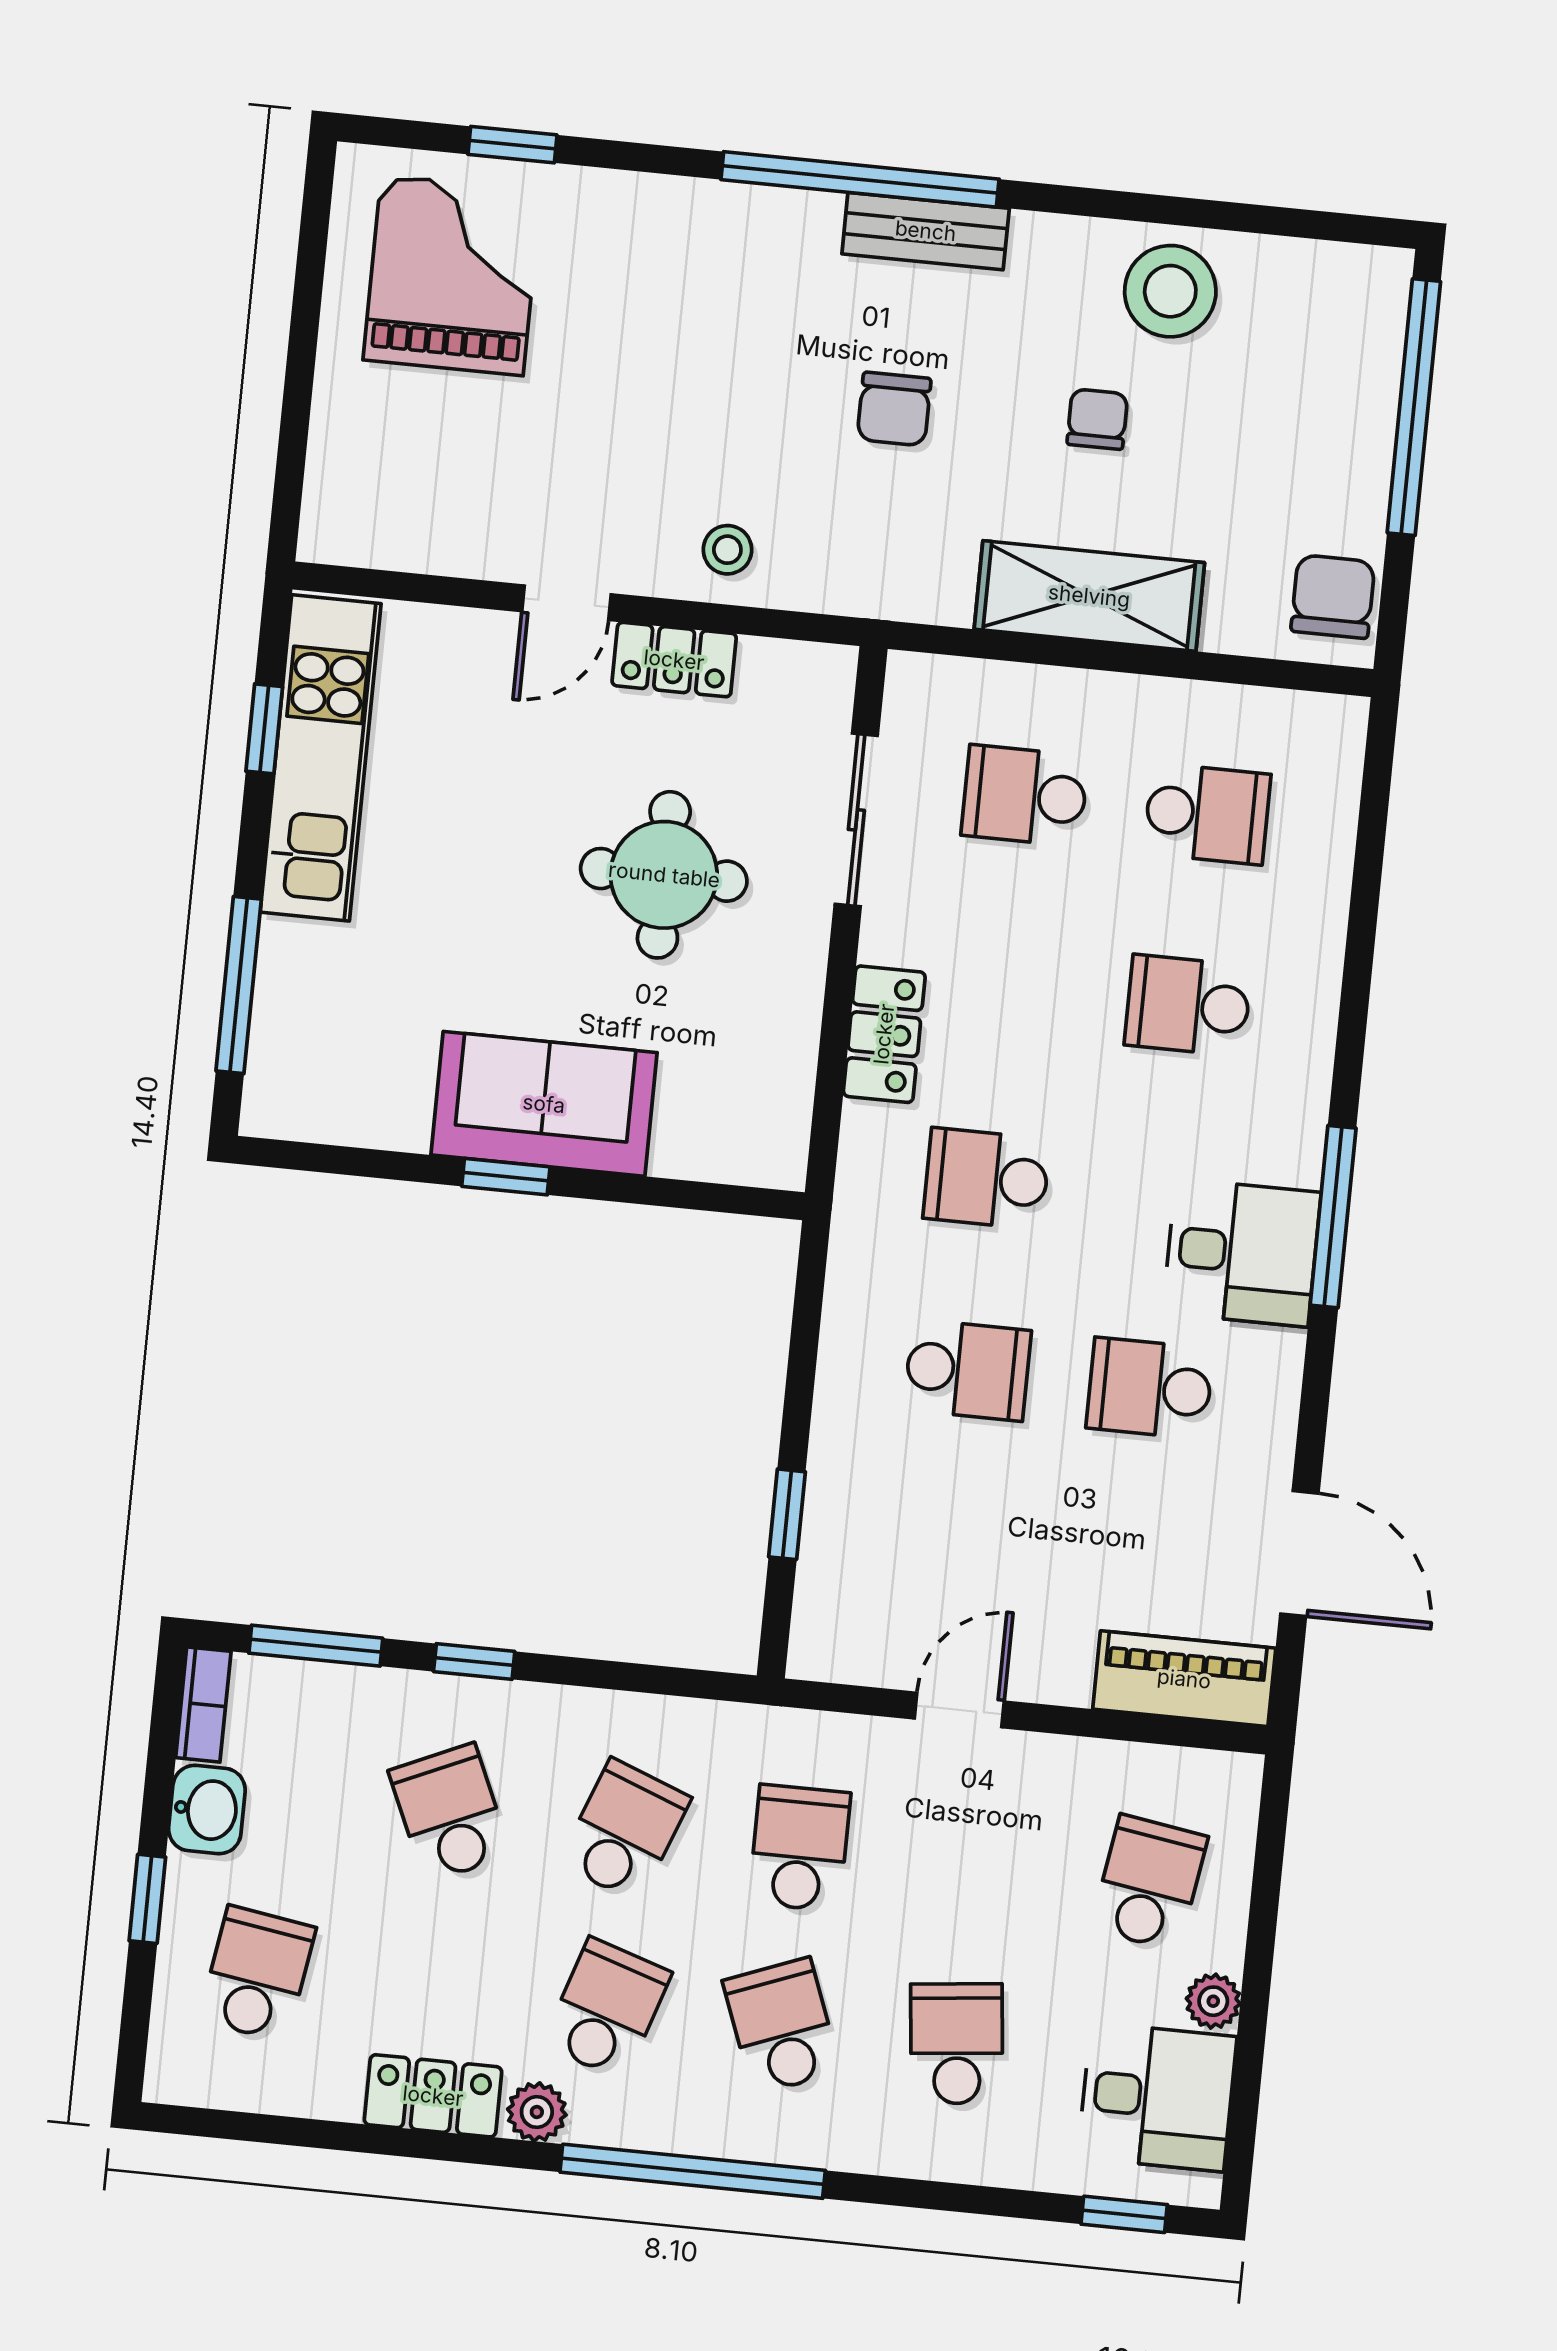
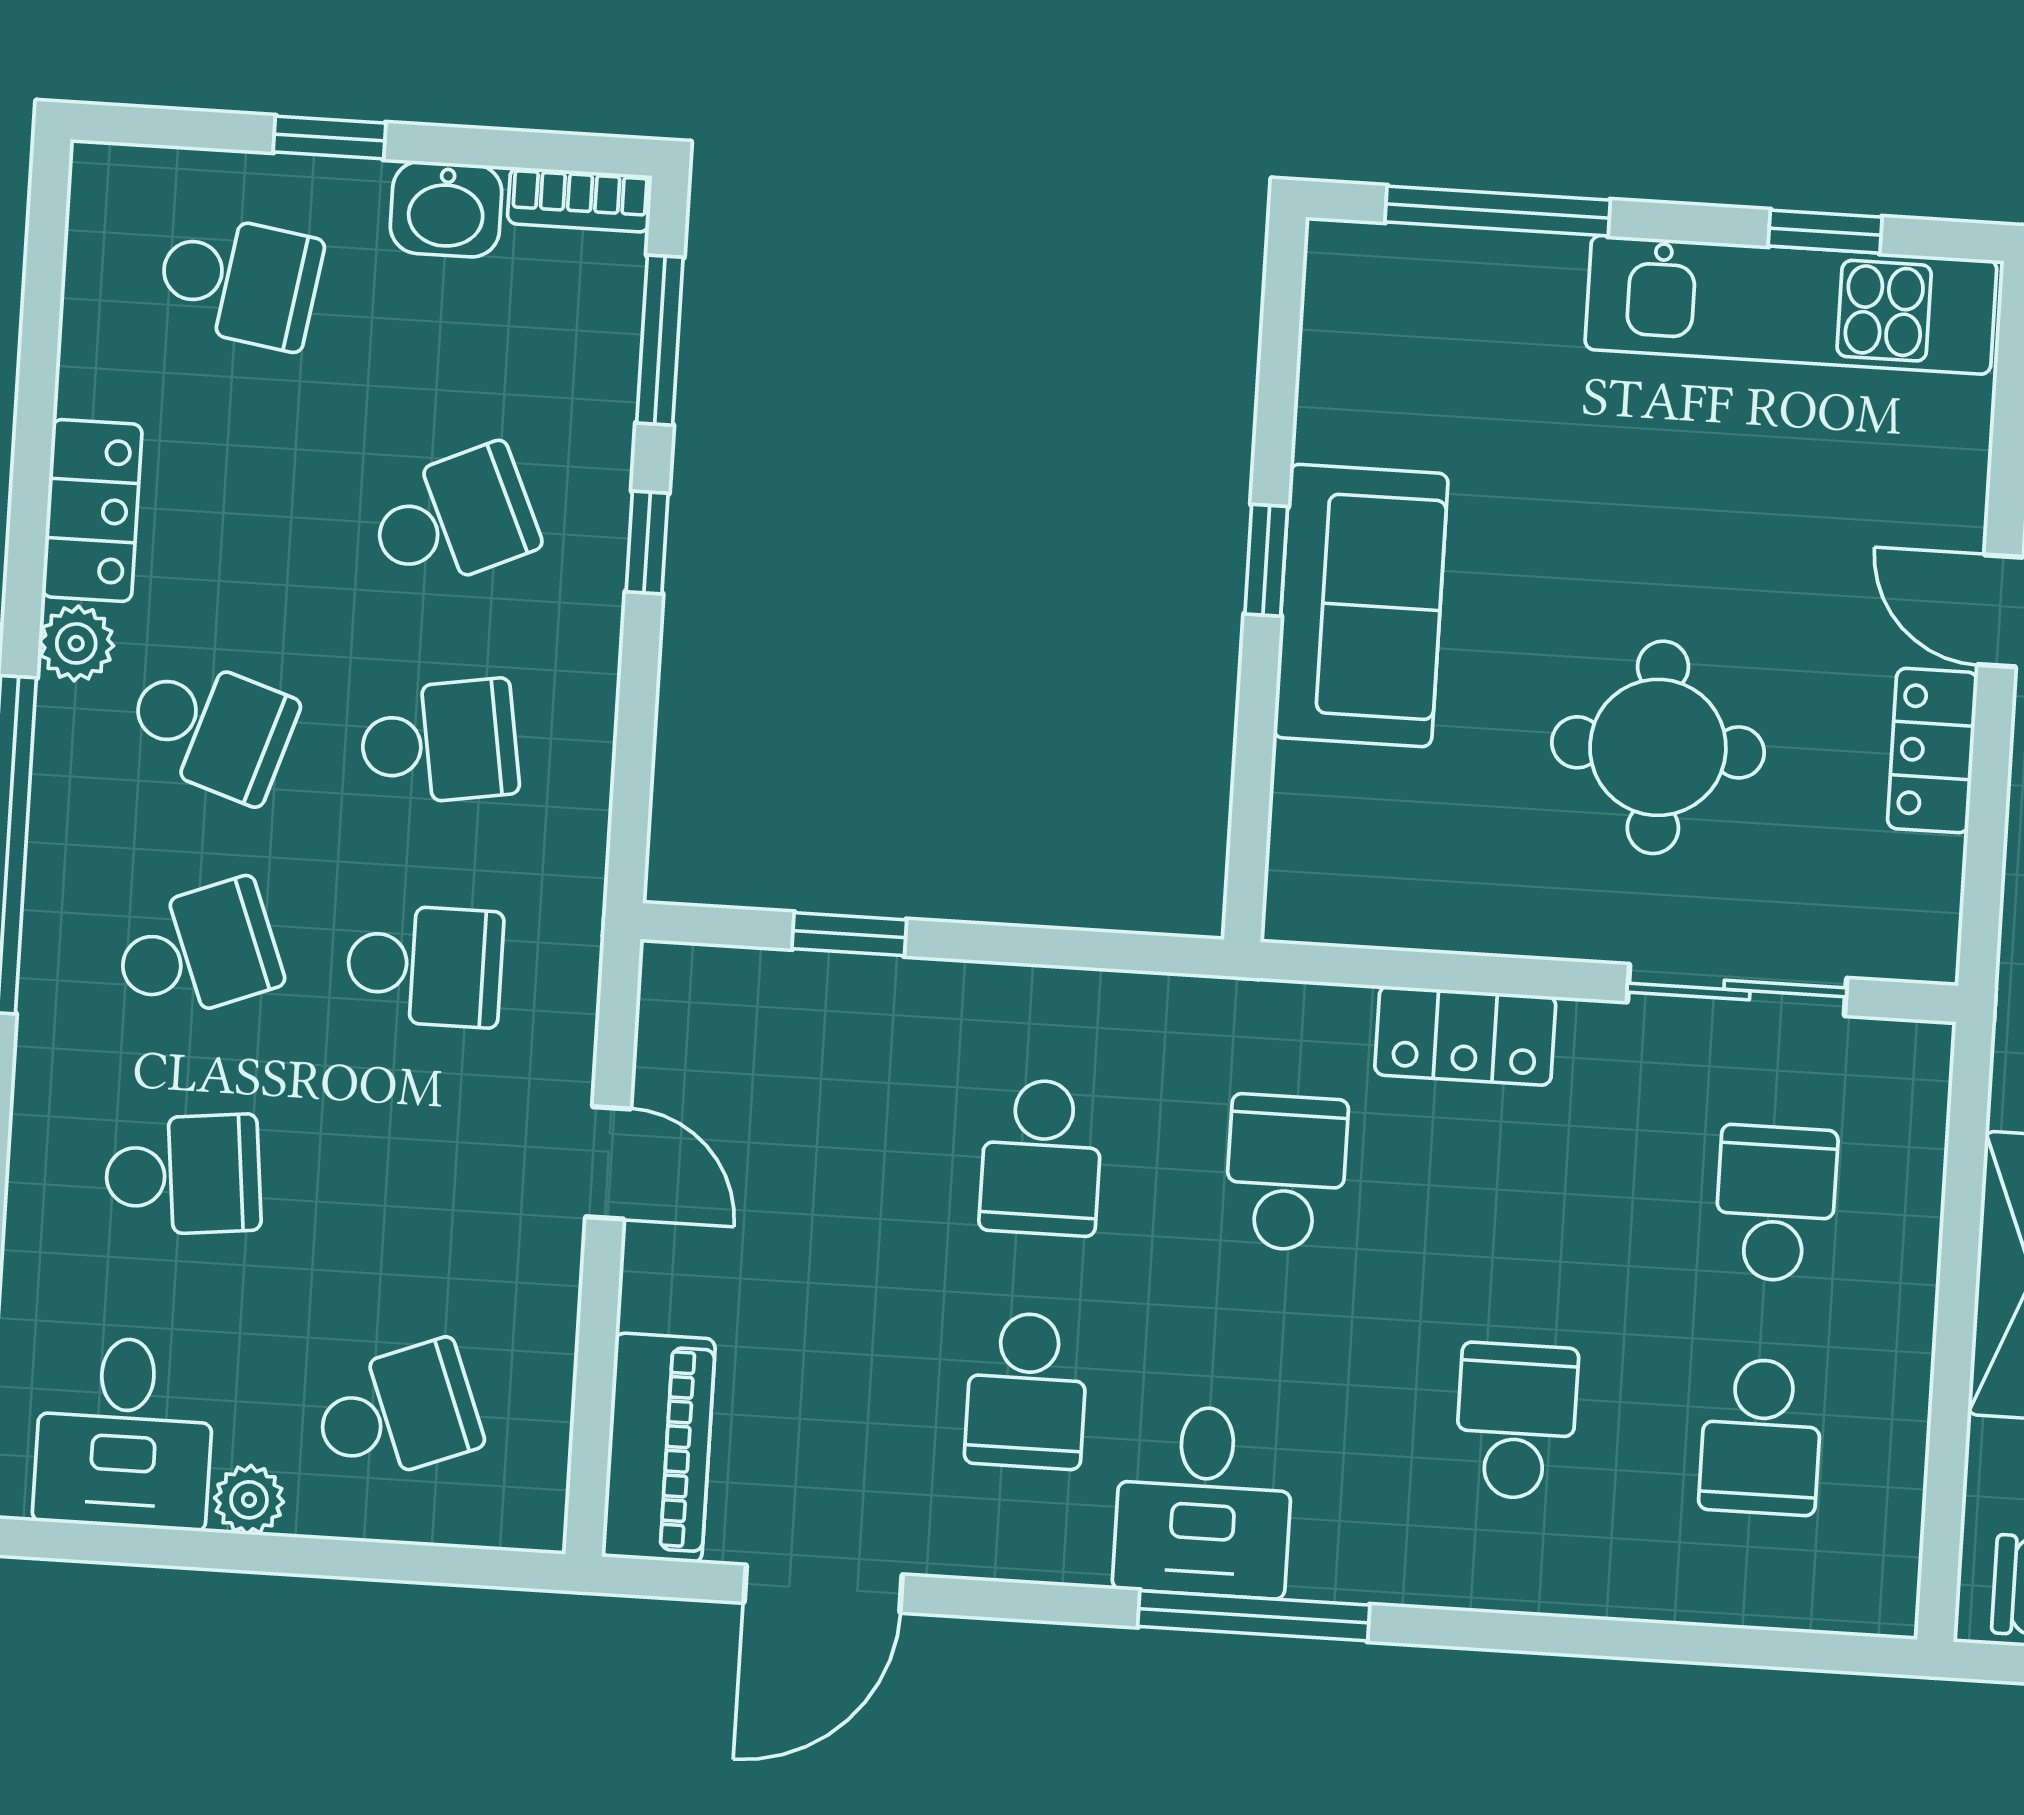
school desk: (1150, 1388) -> (1027, 1390), turned 180
school desk: (625, 1830) -> (439, 742), turned -30
school desk: (1149, 1883) -> (397, 1413), turned -30

